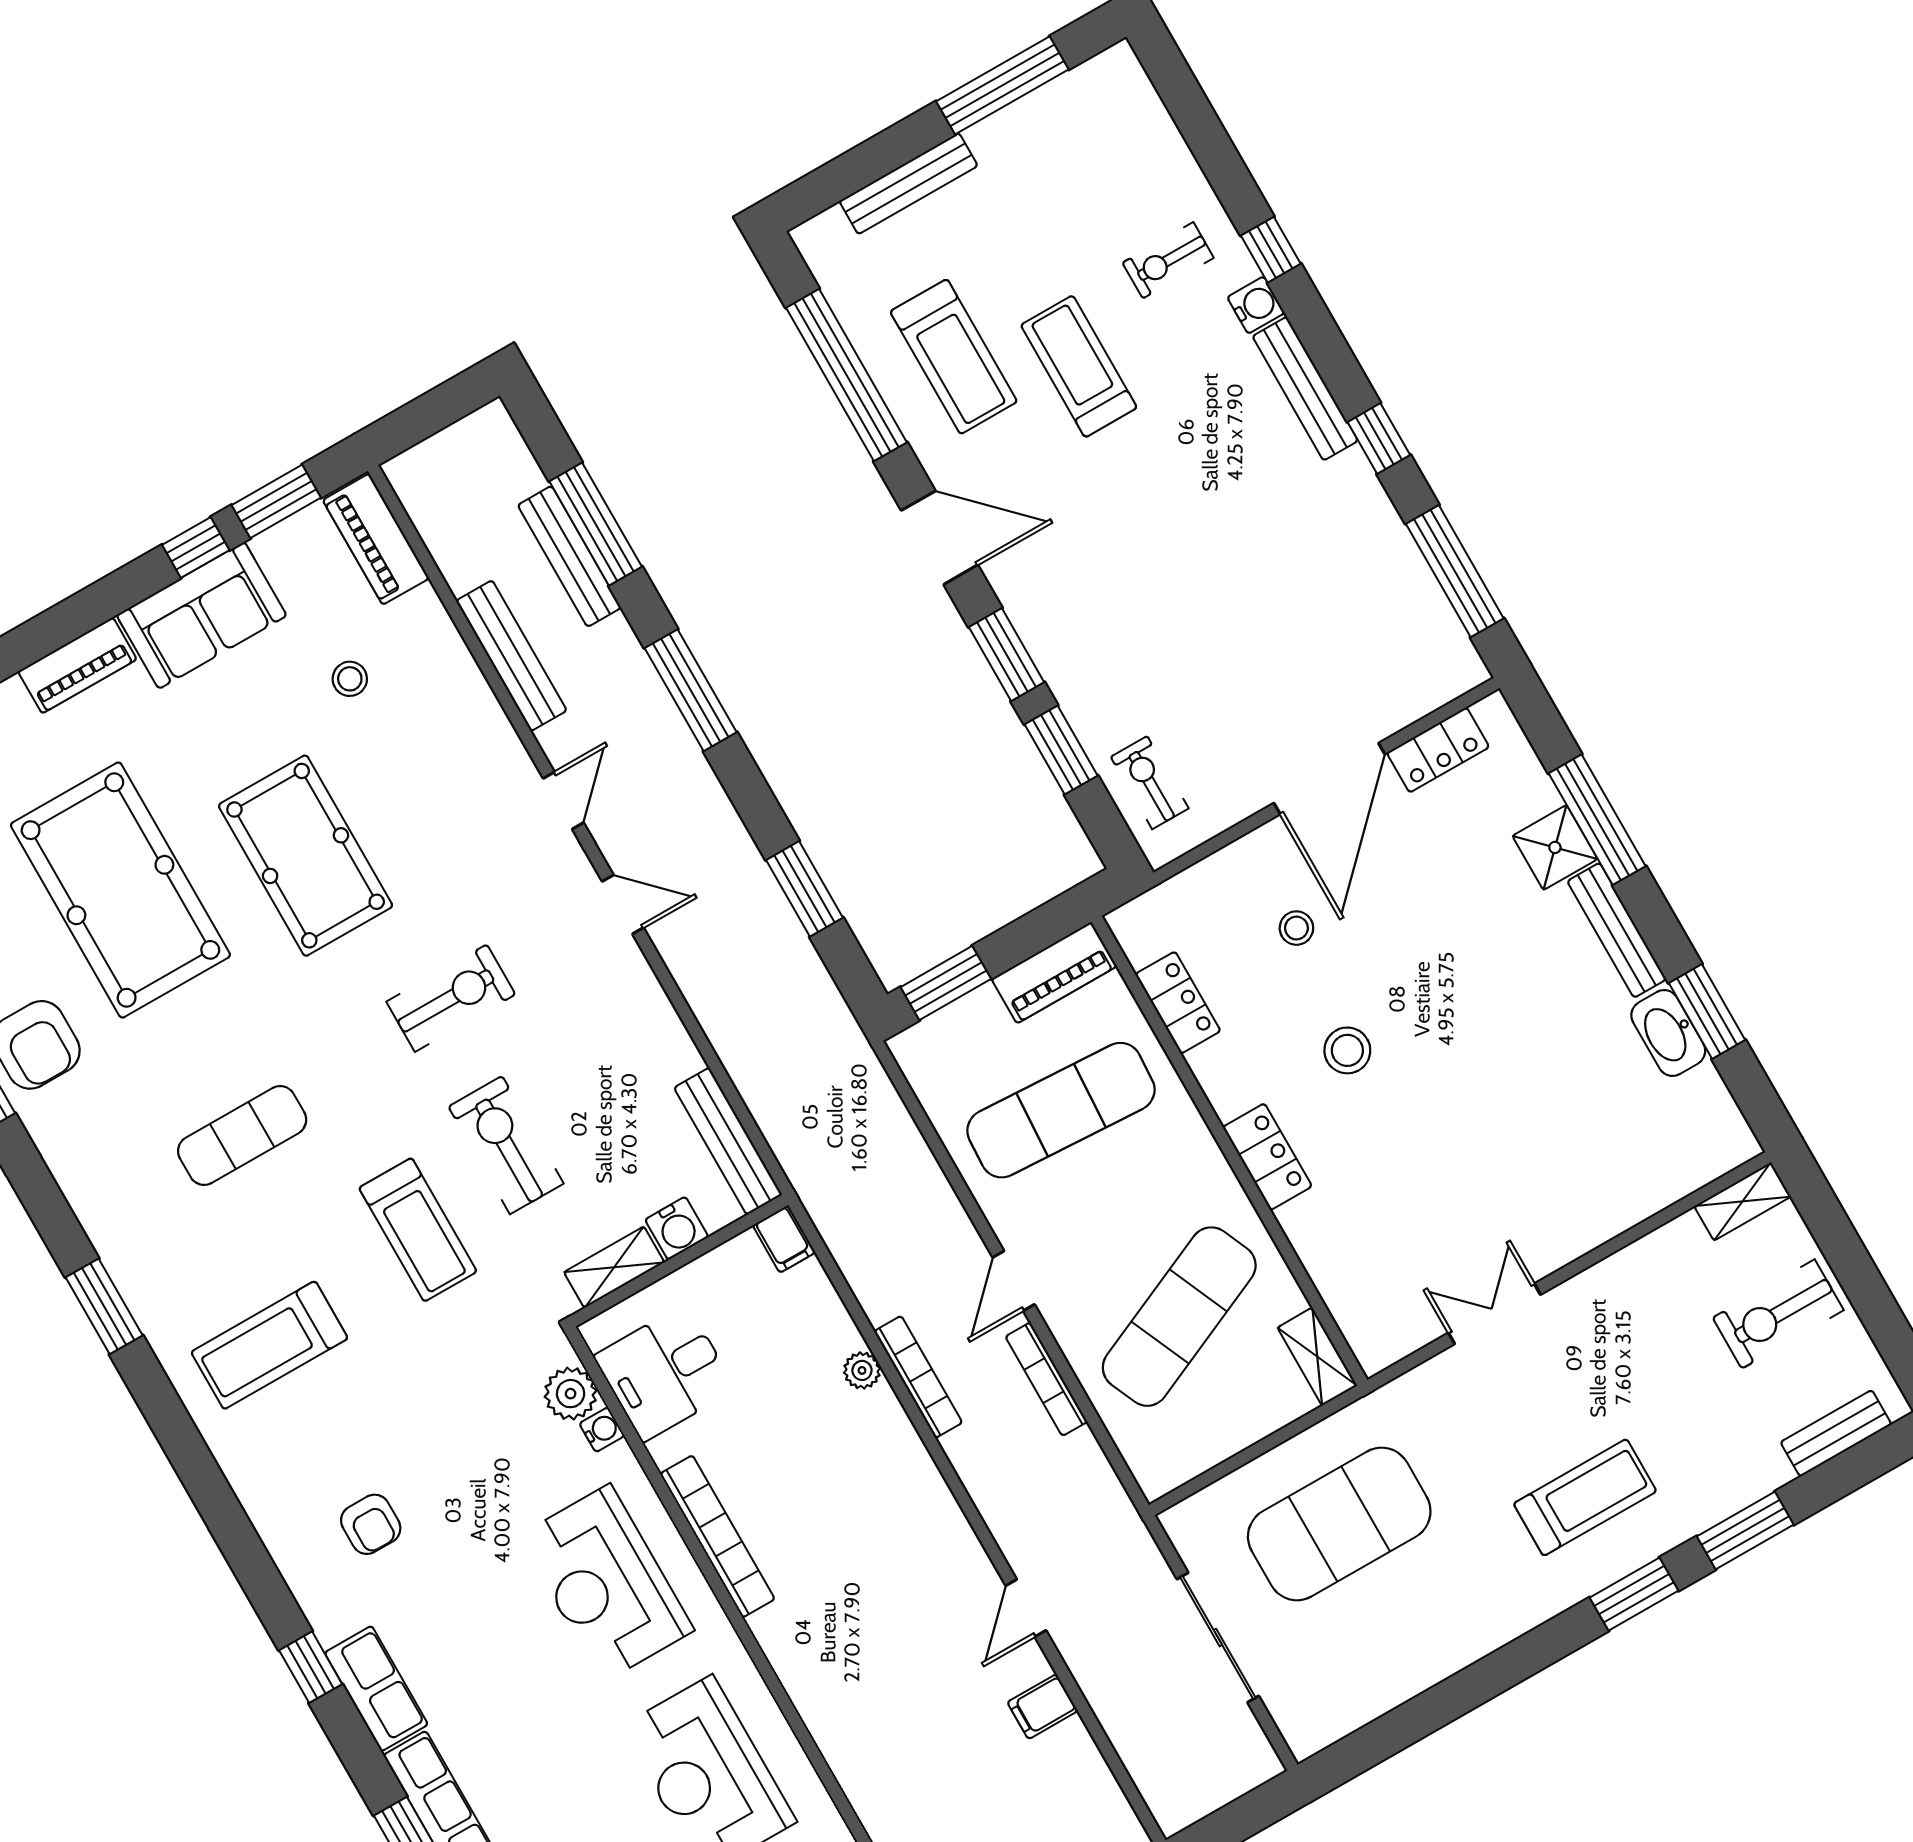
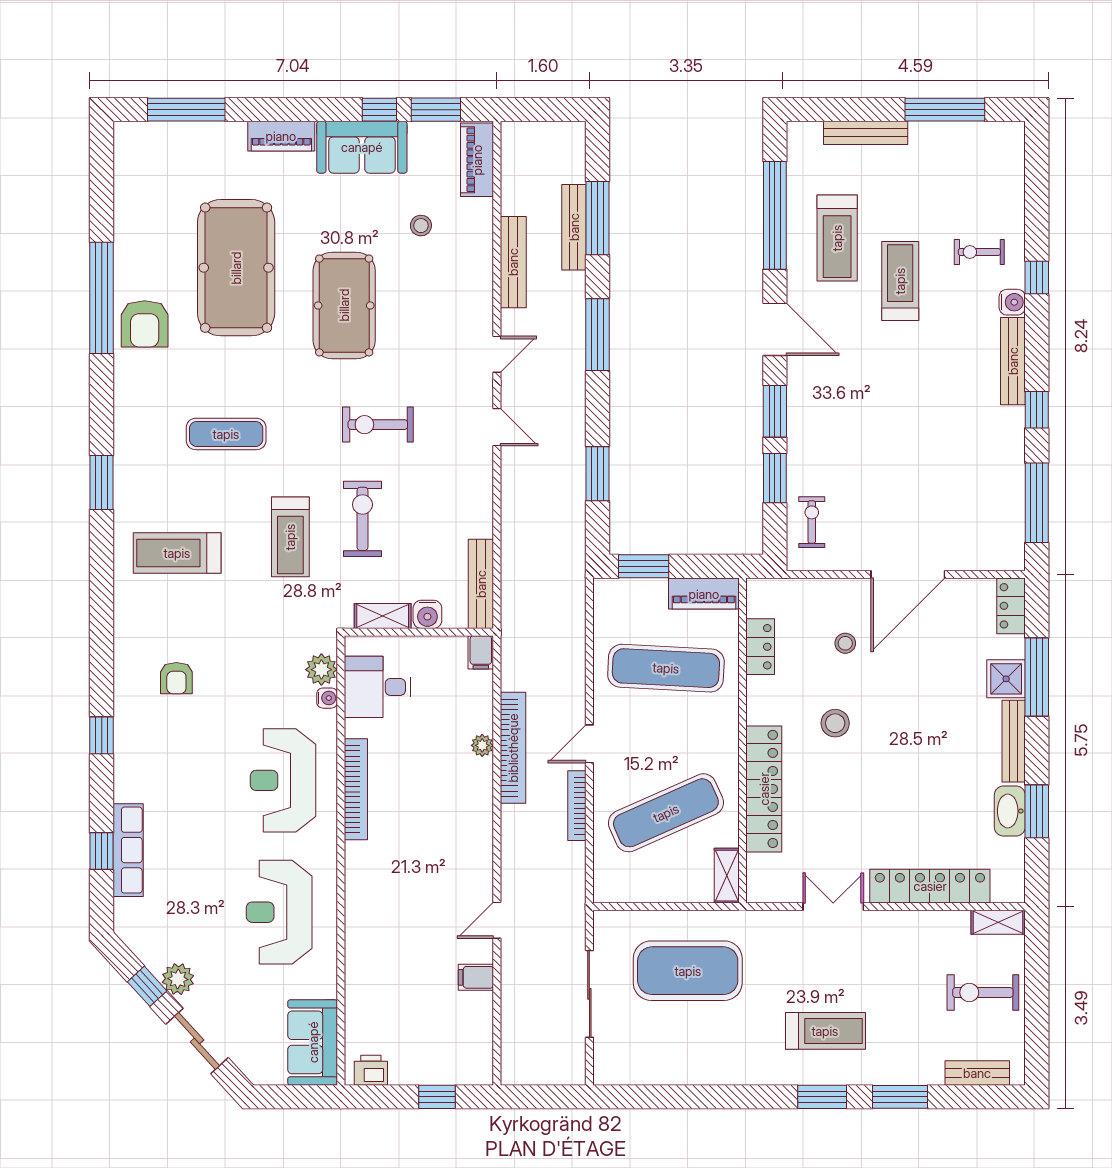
locker: (1438, 750) -> (1011, 606), moved, turned 90
exercise bike: (451, 998) -> (378, 425), turned 180
locker: (1267, 1157) -> (764, 789), width x2.16, depth x1.21
locker: (1616, 1206) -> (930, 886), added
bookcase: (918, 1377) -> (513, 748), width x1.48, depth x1.31
row of seats: (376, 1689) -> (130, 766), removed

